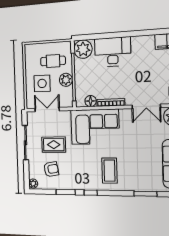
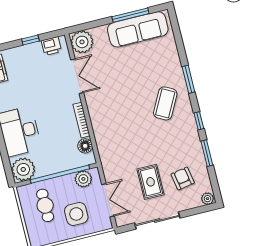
plant: (66, 80) -> (83, 179), moved
double door: (47, 110) -> (108, 200), swing flipped
corner sofa: (95, 127) -> (116, 133), removed
coffee table: (109, 171) -> (165, 103), turned -62
window: (145, 194) -> (188, 79), moved

